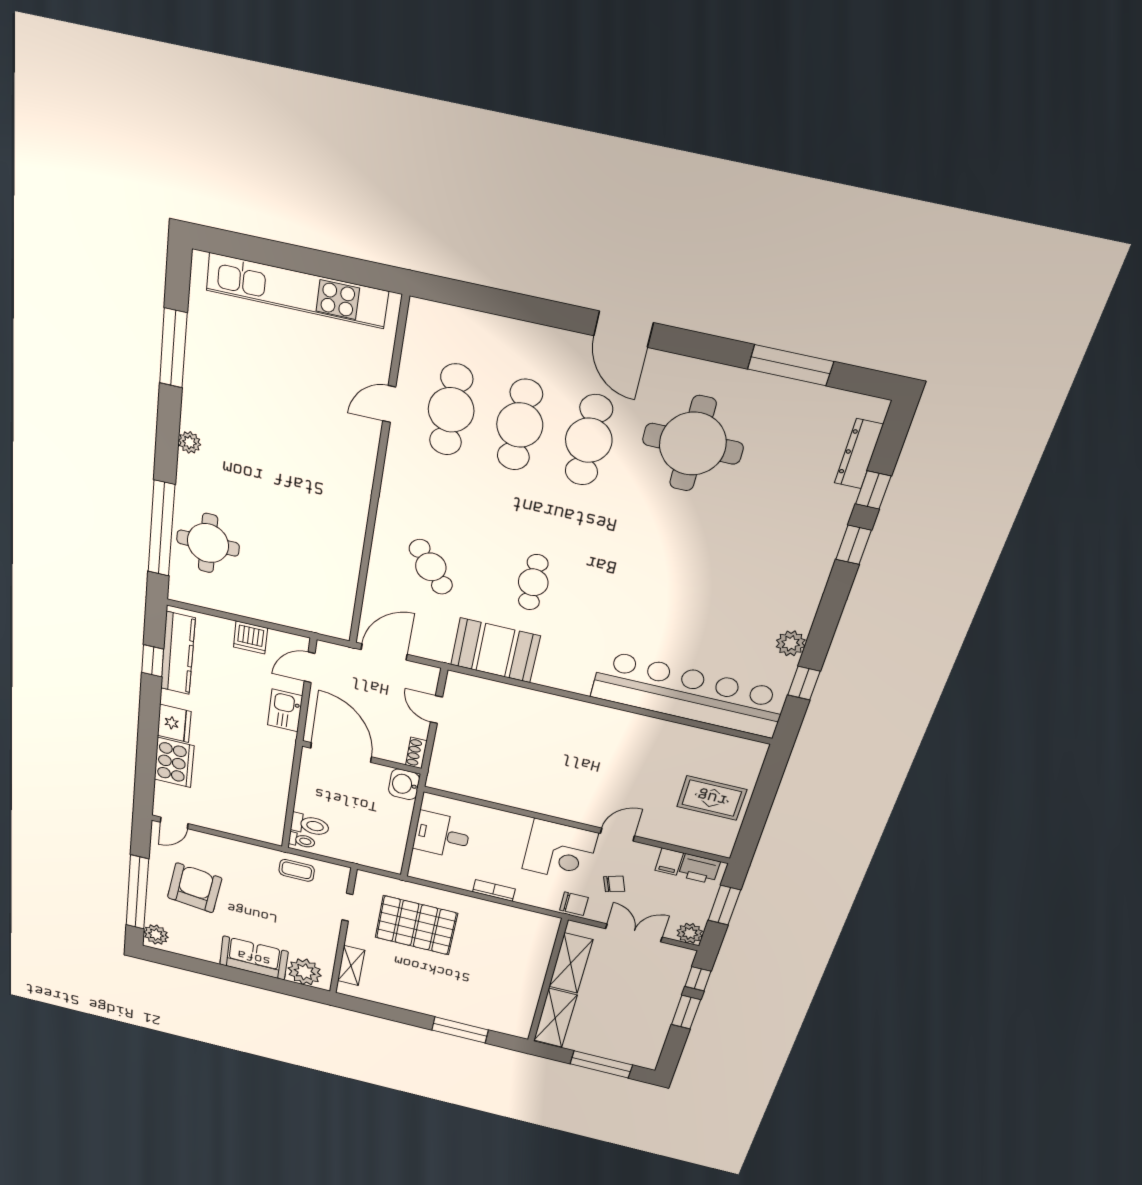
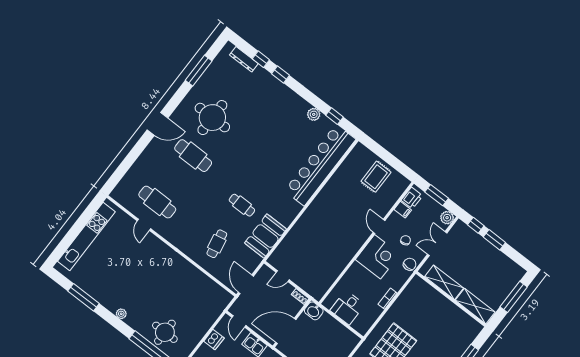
cafe table: (520, 425) -> (175, 179), removed
cafe table: (431, 567) -> (217, 244), turned -61

